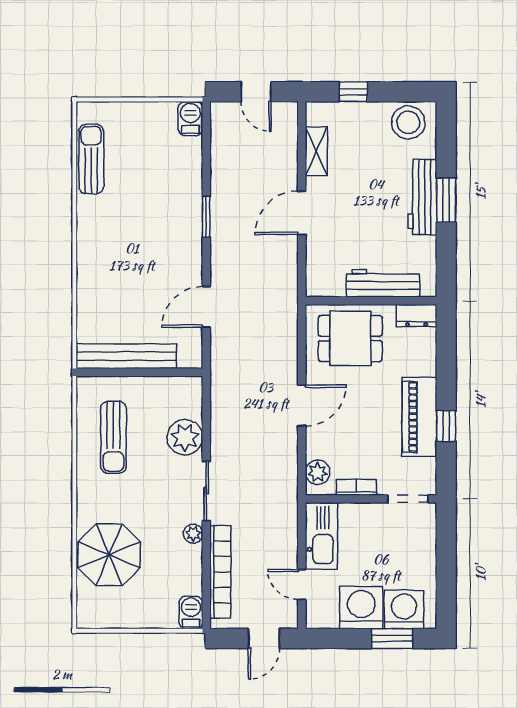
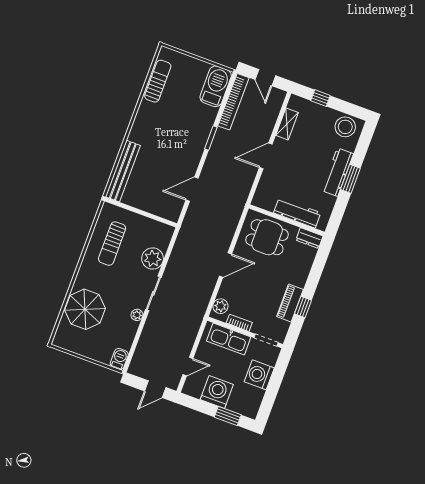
barbecue: (190, 119) -> (216, 86), width x1.88, depth x1.53
bench: (126, 356) -> (123, 171), moved, turned 90
piano: (419, 417) -> (290, 303), width x0.73, depth x0.75
kitchen sink: (321, 536) -> (229, 339), moved, turned 90
bookcase: (220, 572) -> (233, 102), moved
door: (302, 585) -> (188, 366), swing flipped
washing machine: (404, 610) -> (259, 375), moved, turned -90

